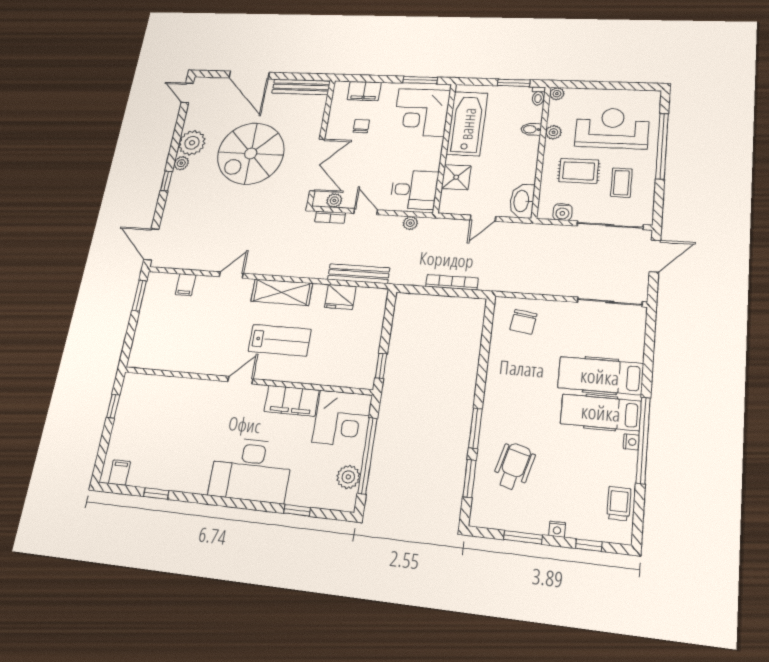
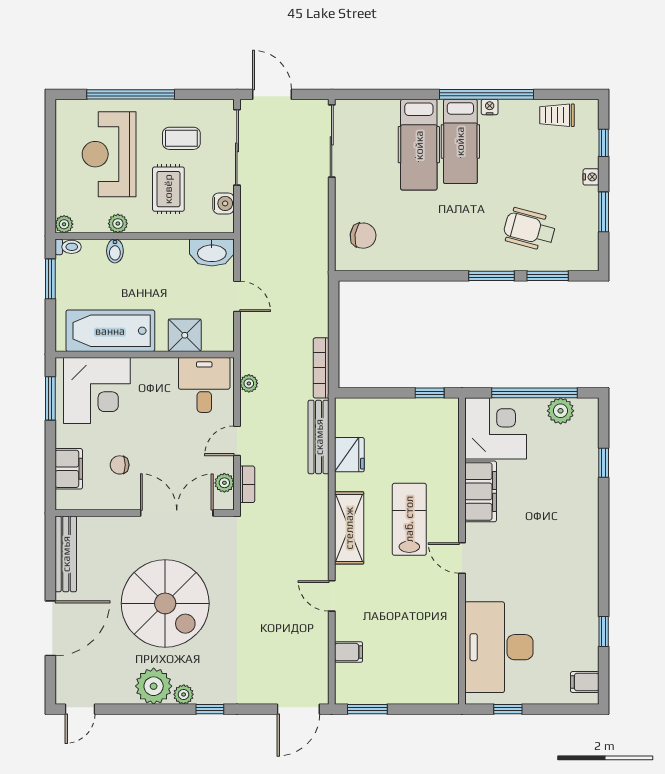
bookcase: (452, 282) -> (321, 368), moved
desk: (251, 470) -> (499, 647), moved, turned 180

